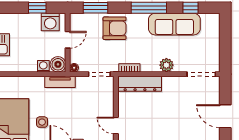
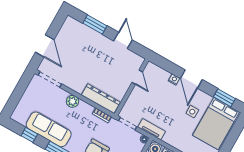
tv unit: (60, 82) -> (152, 129), moved
door: (225, 116) -> (45, 46), moved

